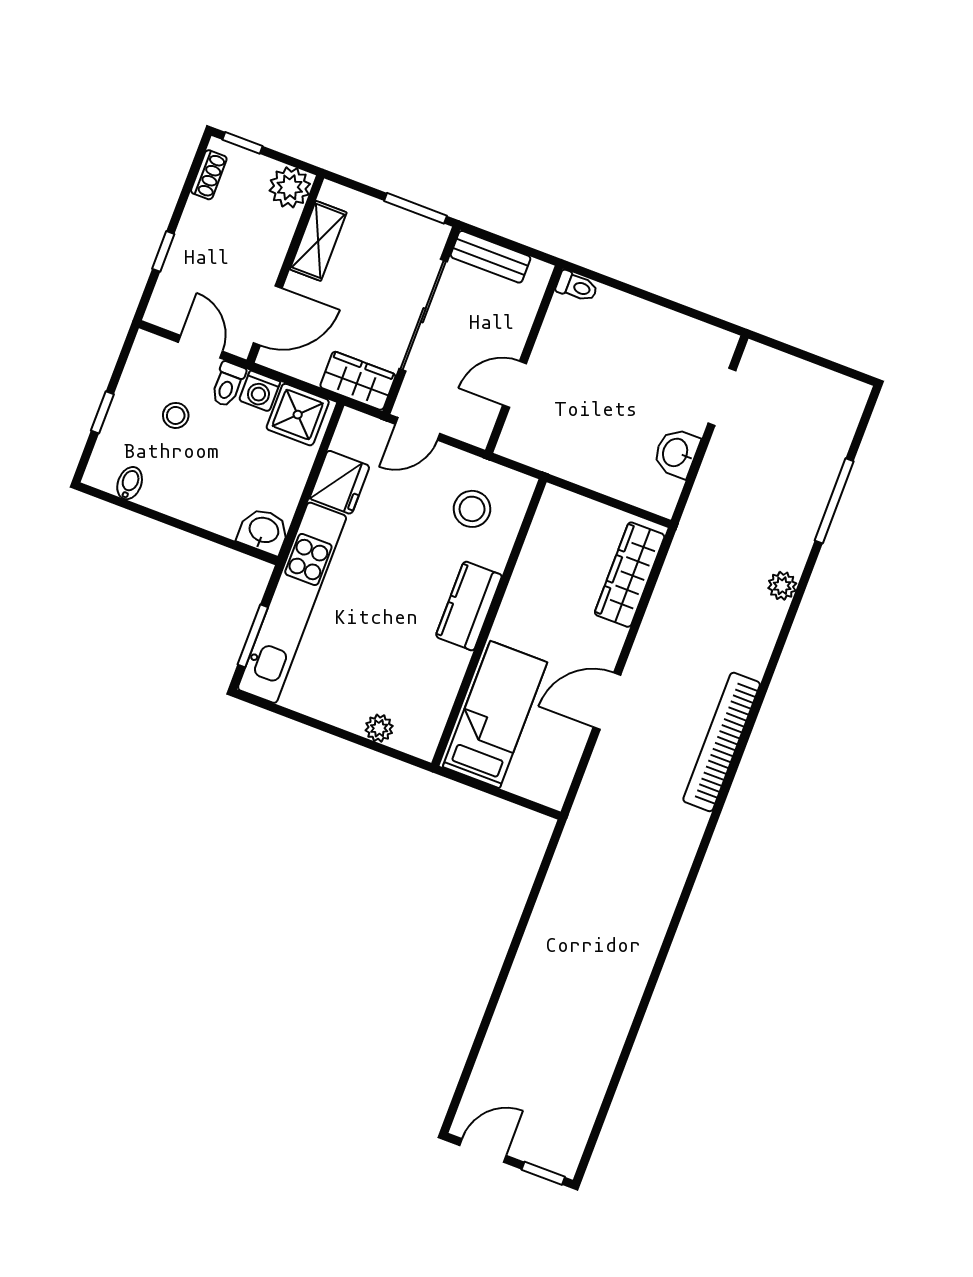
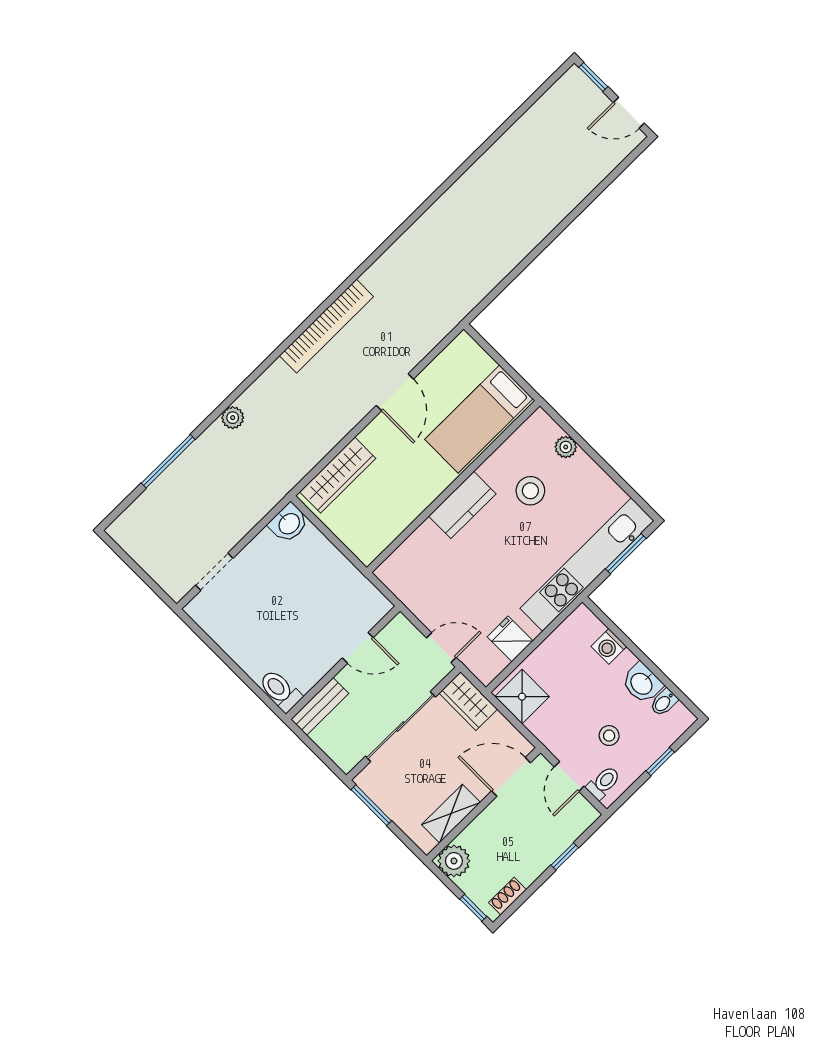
bench: (491, 257) -> (320, 706), moved, turned 90
toilet: (577, 287) -> (280, 691), width x1.37, depth x1.39
toilet: (228, 384) -> (604, 783), moved
washing machine: (260, 391) -> (609, 646), moved, turned 180
washbasin: (676, 453) -> (289, 523), moved
fridge: (340, 482) -> (510, 639), width x0.72
stool: (472, 509) -> (530, 491), moved
washbasin: (263, 531) -> (642, 683), moved
door: (607, 701) -> (395, 392), hinge flipped

